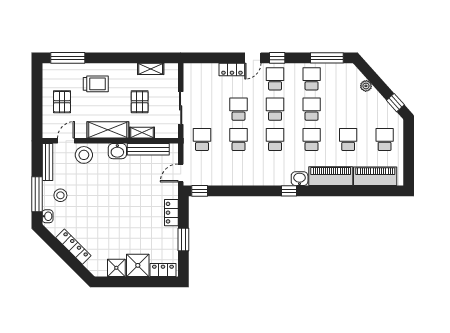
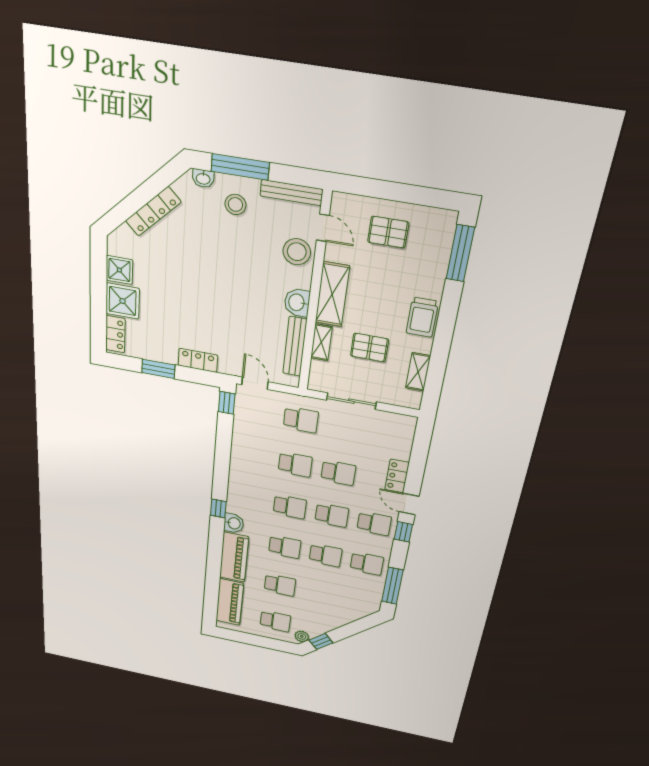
trolley: (96, 84) -> (422, 317), moved
plant: (366, 86) -> (302, 636), moved

